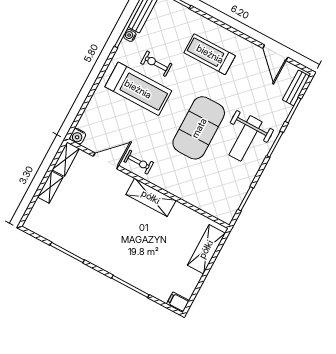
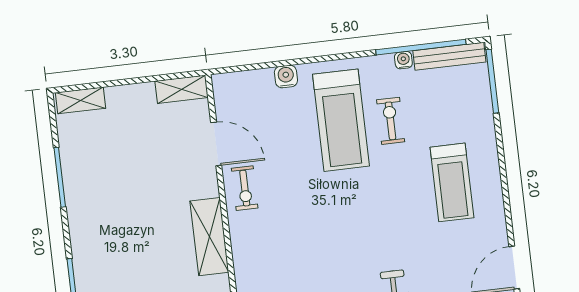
treadmill: (210, 54) -> (452, 182), turned 180
exercise mat: (199, 128) -> (345, 236), removed
water cooler: (78, 136) -> (286, 76), moved, turned 90
shelving: (50, 187) -> (81, 100), moved

